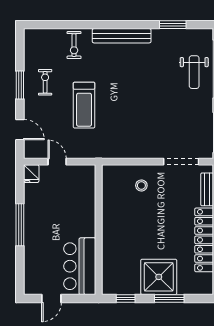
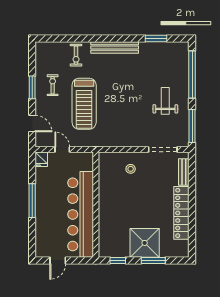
weight bench: (194, 72) -> (165, 101), moved, turned 180
treadmill: (84, 105) -> (84, 104), width x1.37, depth x1.38
bar counter: (80, 266) -> (81, 214), width x1.86

